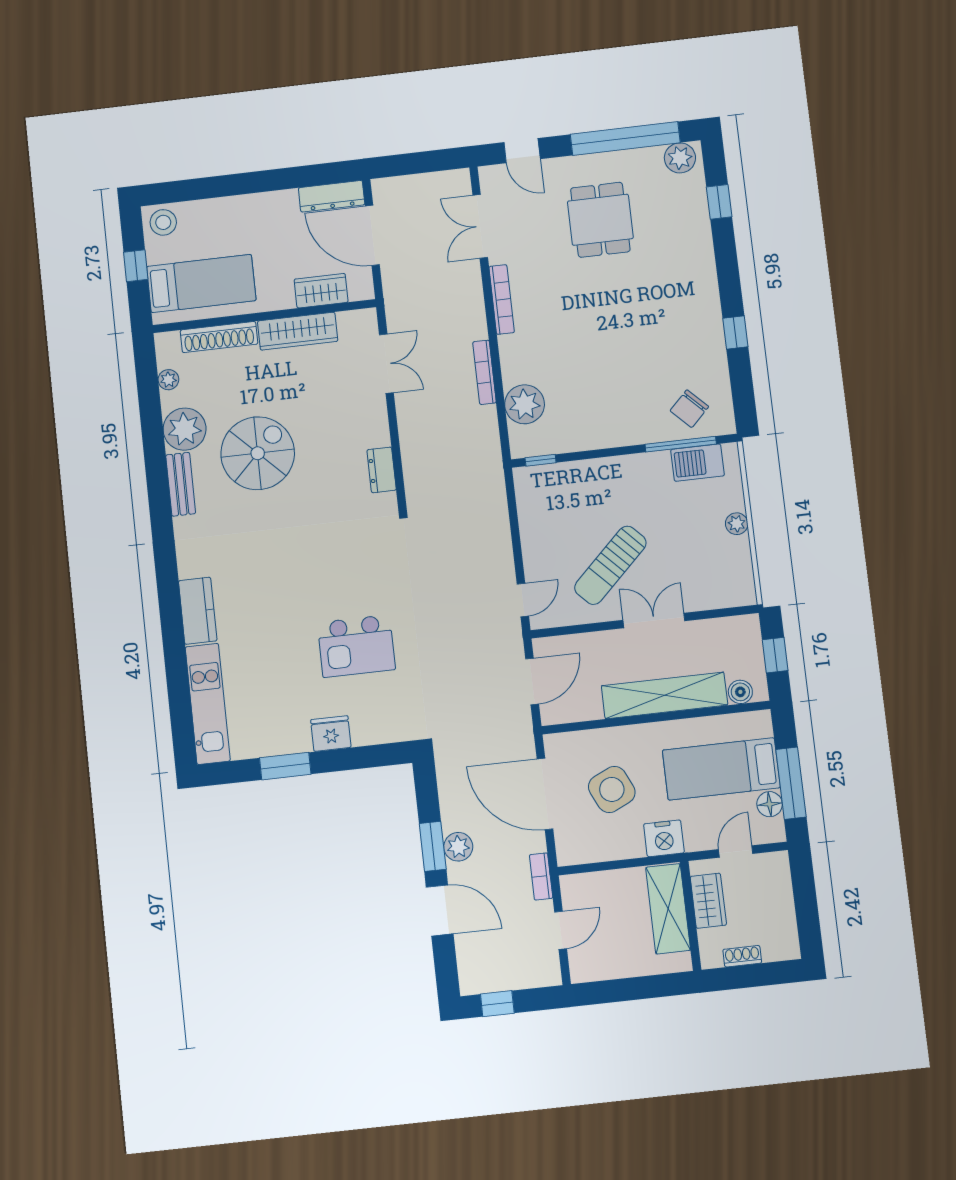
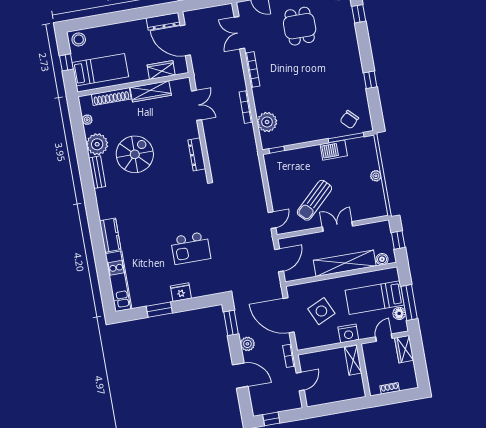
barbecue: (698, 463) -> (334, 150), moved
dresser: (382, 470) -> (197, 154), width x1.44
window: (433, 846) -> (231, 323), moved
wardrobe: (708, 901) -> (404, 349), moved, turned 180
shelving: (668, 909) -> (353, 360), width x0.67, depth x0.75

